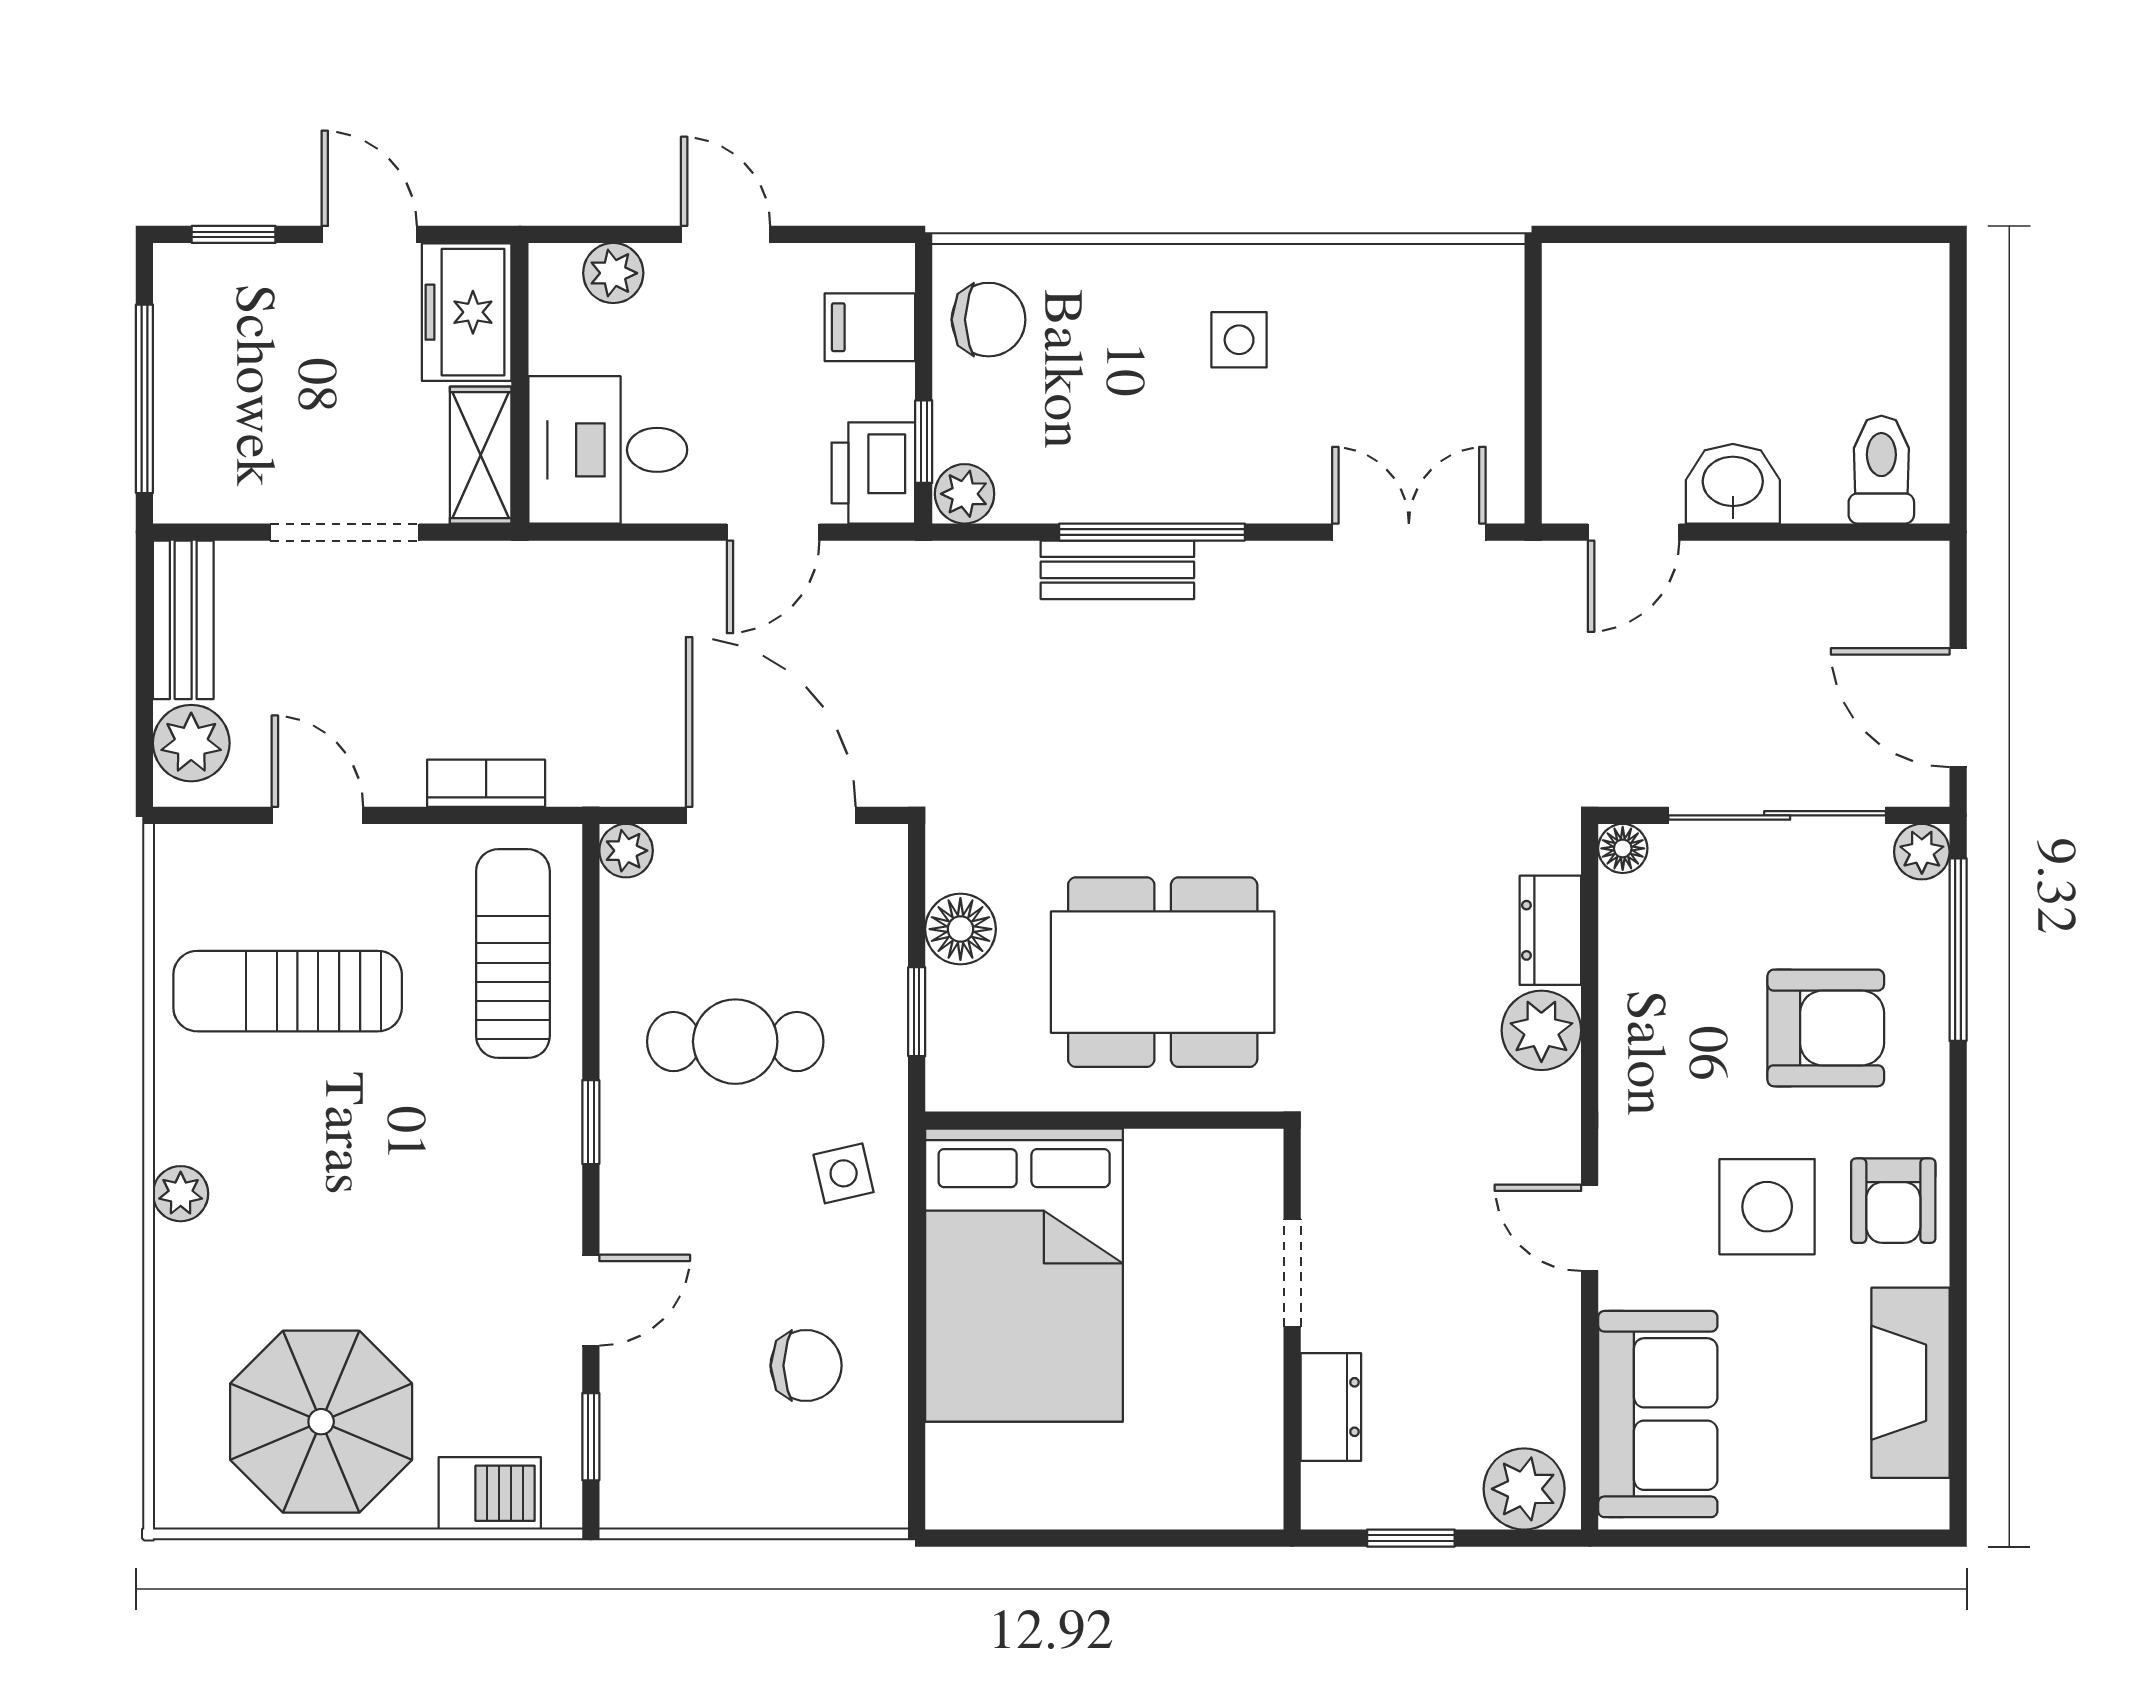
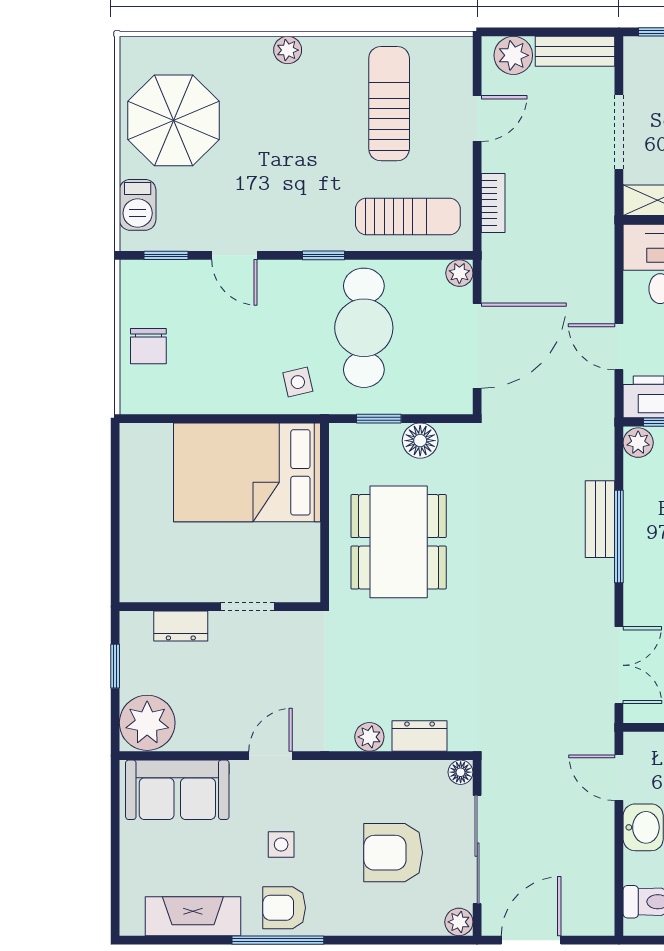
window: (1958, 950) -> (278, 940), moved
armchair: (1826, 1028) -> (393, 853), moved, turned 90
plant: (1541, 1030) -> (369, 737), width x0.73, depth x0.73
cafe table: (735, 1042) -> (364, 328), width x1.37, depth x1.35
side table: (1767, 1207) -> (281, 844), width x0.54, depth x0.54
chair: (806, 1366) -> (148, 346), moved
plant: (1524, 1489) -> (147, 723), width x1.36, depth x1.36

